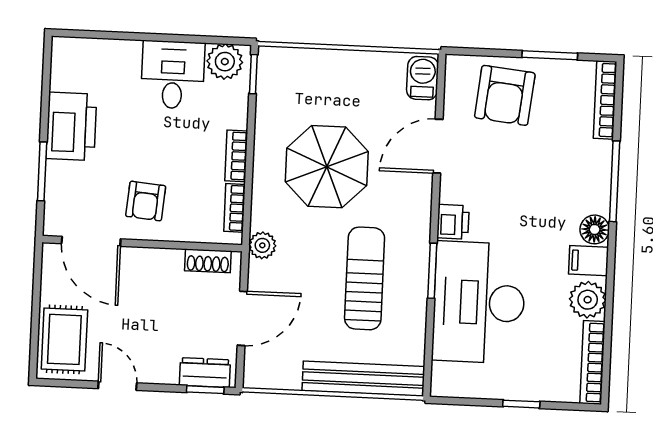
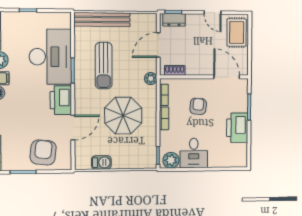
barbecue: (423, 78) -> (101, 162), moved, turned -90
armchair: (146, 201) -> (198, 106), moved
printer: (453, 222) -> (61, 100), width x1.87, depth x1.48

